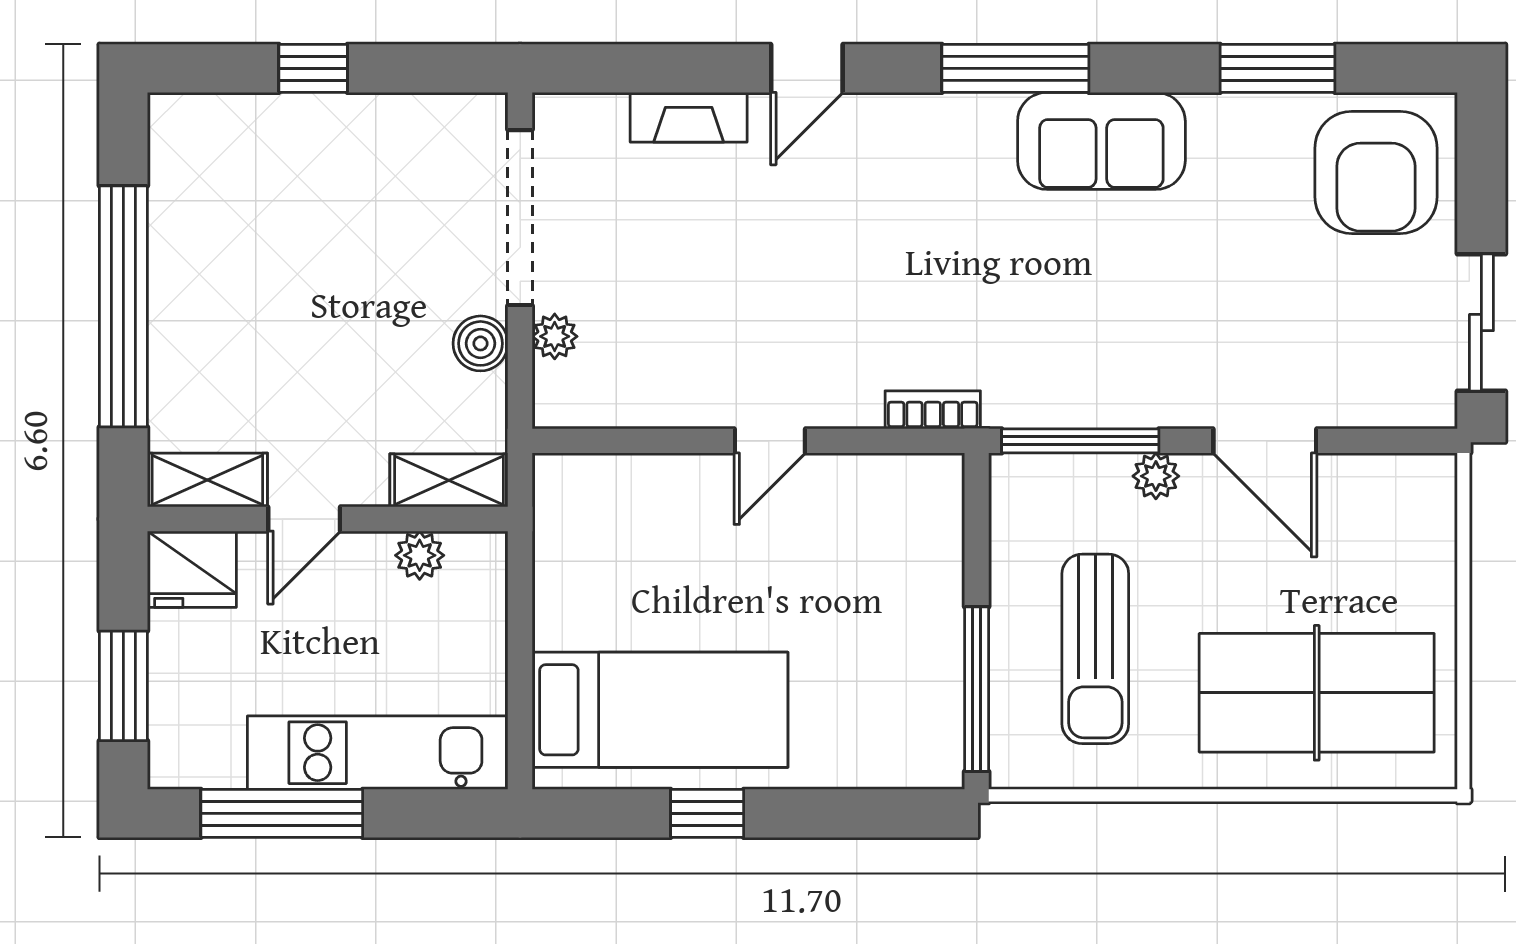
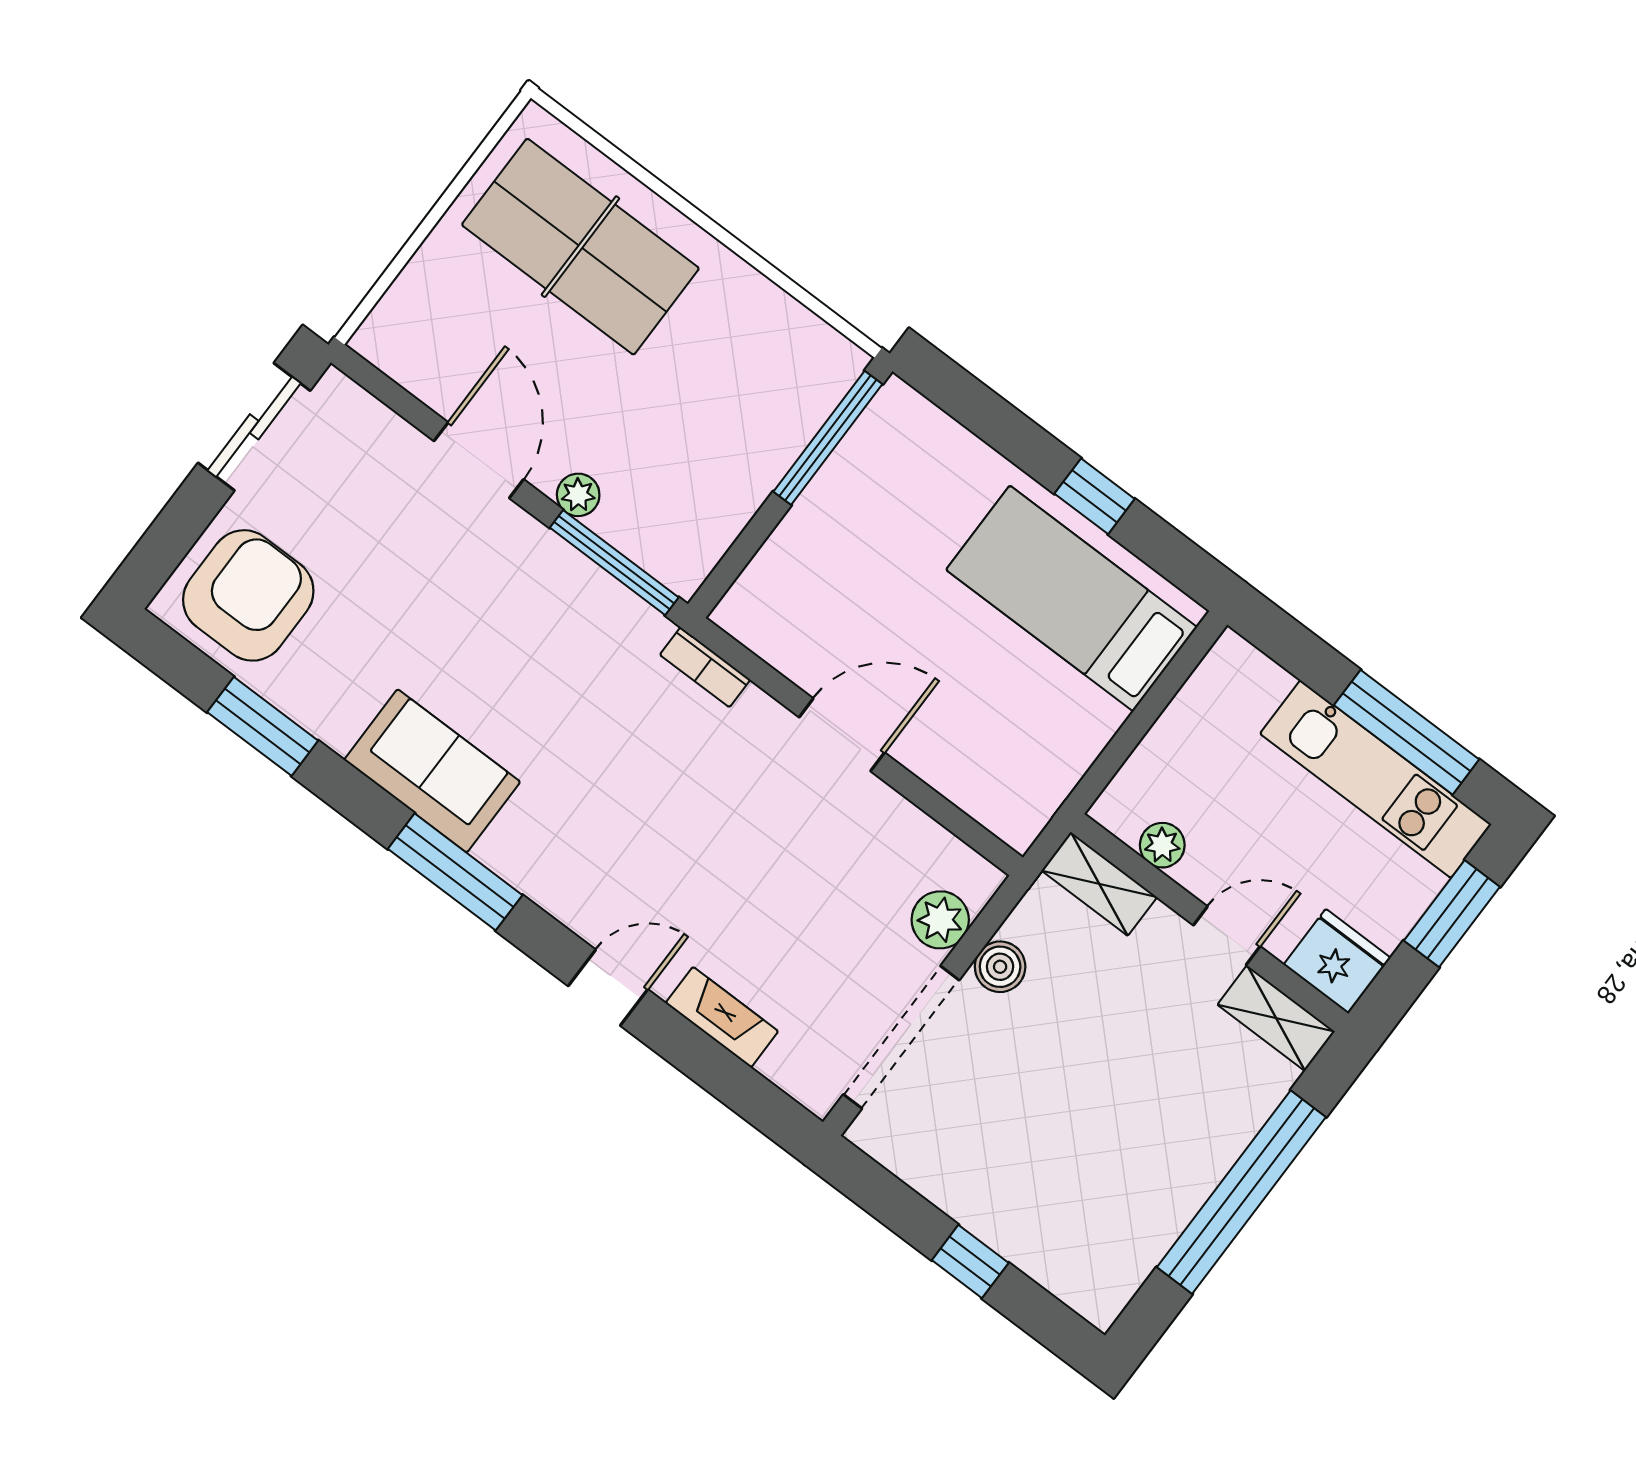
plant: (555, 336) -> (940, 920), width x1.38, depth x1.38
door: (770, 441) -> (842, 735), width x1.38
sun lounger: (1095, 649) -> (718, 402), removed
kitchen unit: (378, 753) -> (1376, 779), moved

